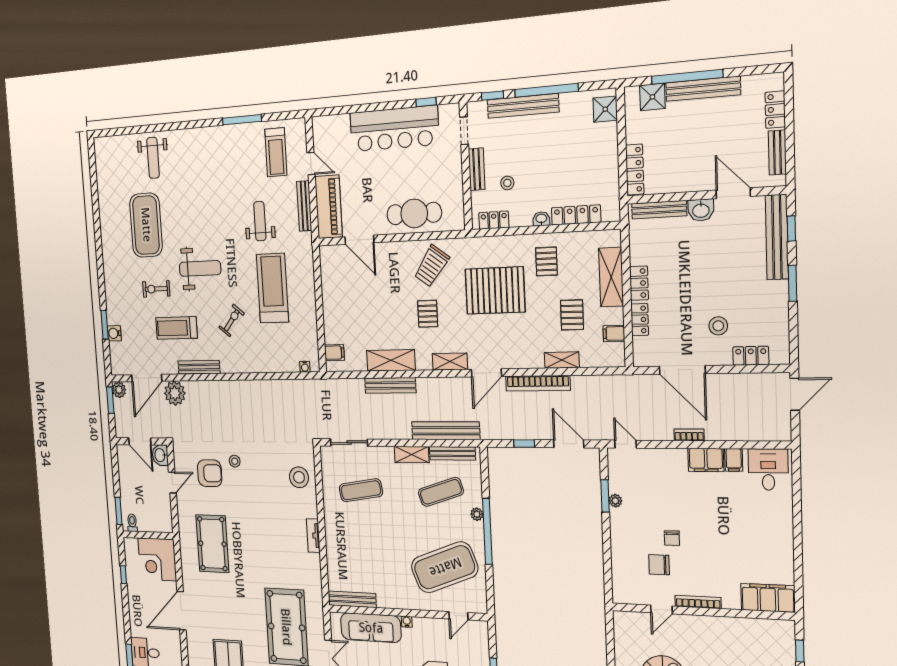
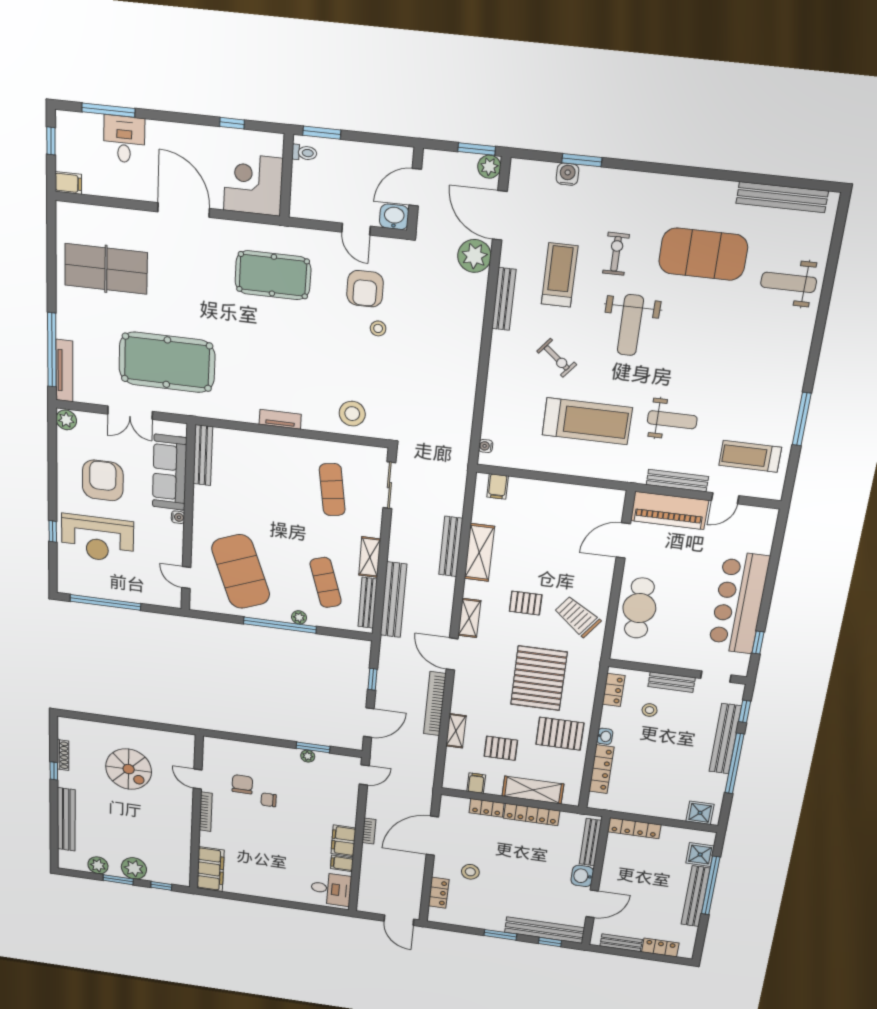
bench: (103, 178) -> (782, 197), added
pallet: (546, 261) -> (560, 734), width x1.50, depth x1.42
locker: (639, 283) -> (532, 815), width x1.53

